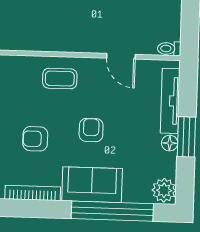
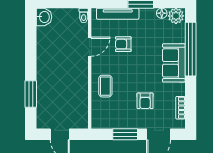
armchair: (91, 130) -> (123, 44), moved
floor lamp: (170, 143) -> (162, 13), moved
bookcase: (33, 193) -> (180, 108), width x0.64

